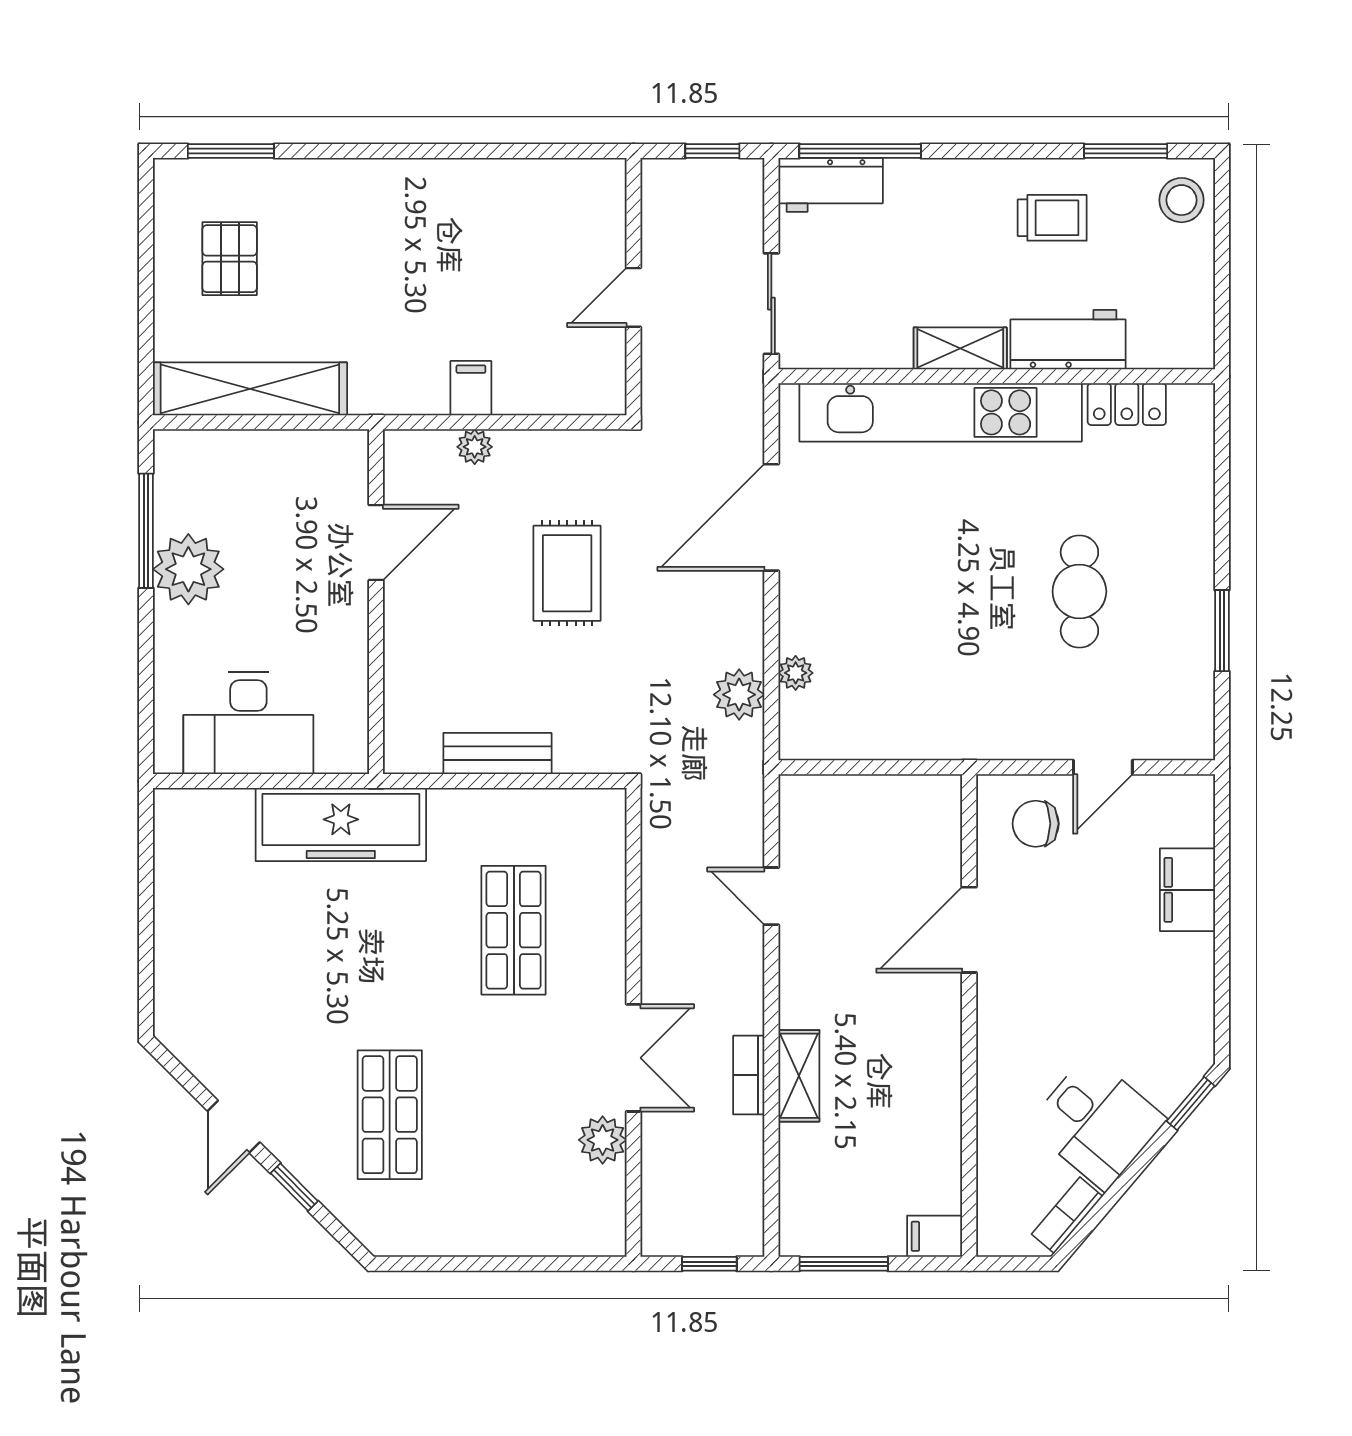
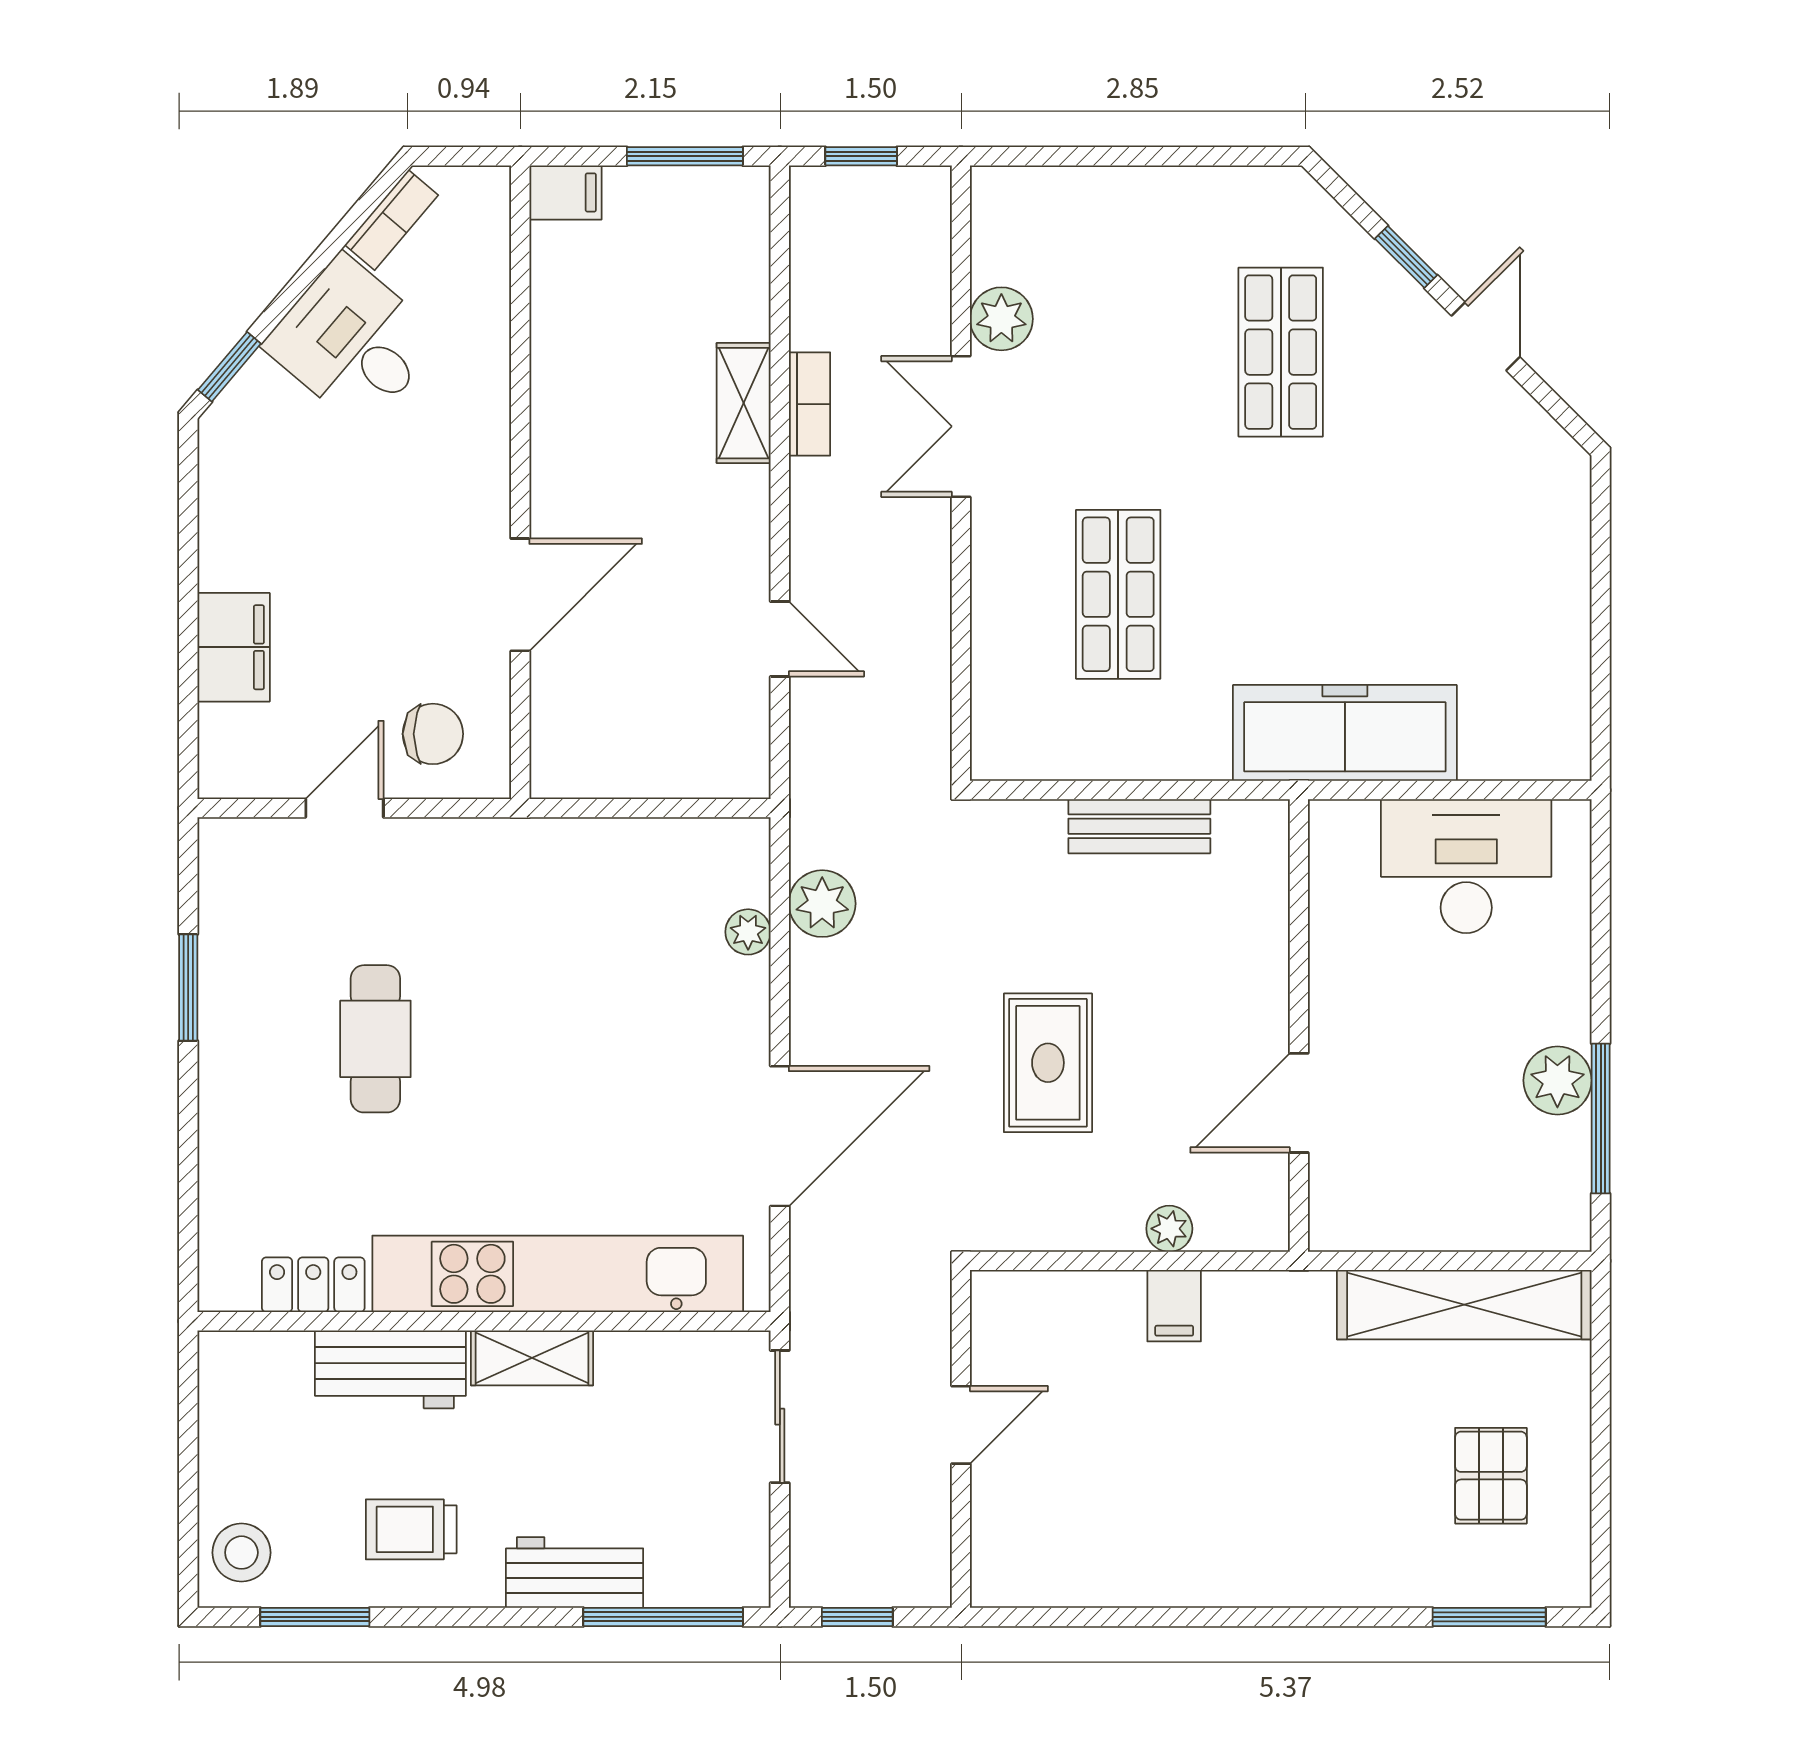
workbench: (831, 185) -> (575, 1572), moved
plant: (188, 569) -> (1557, 1080), width x0.73, depth x0.73

